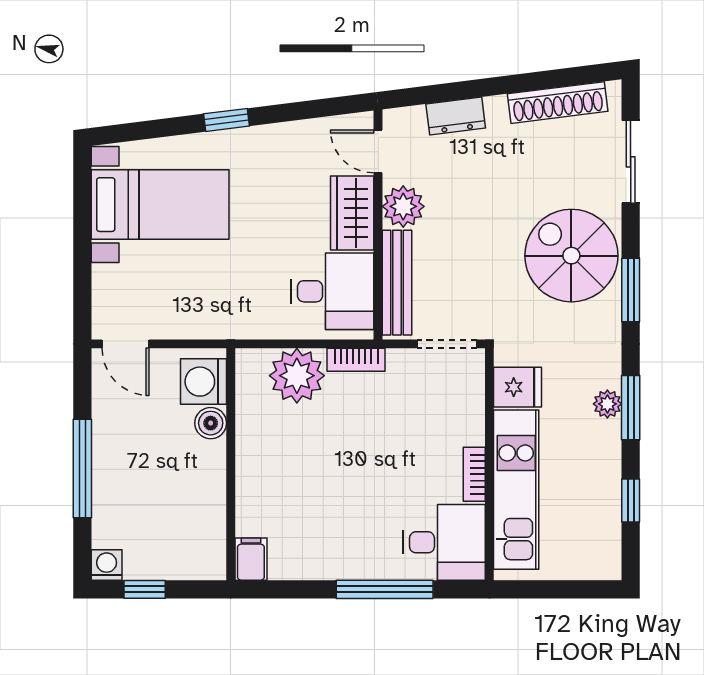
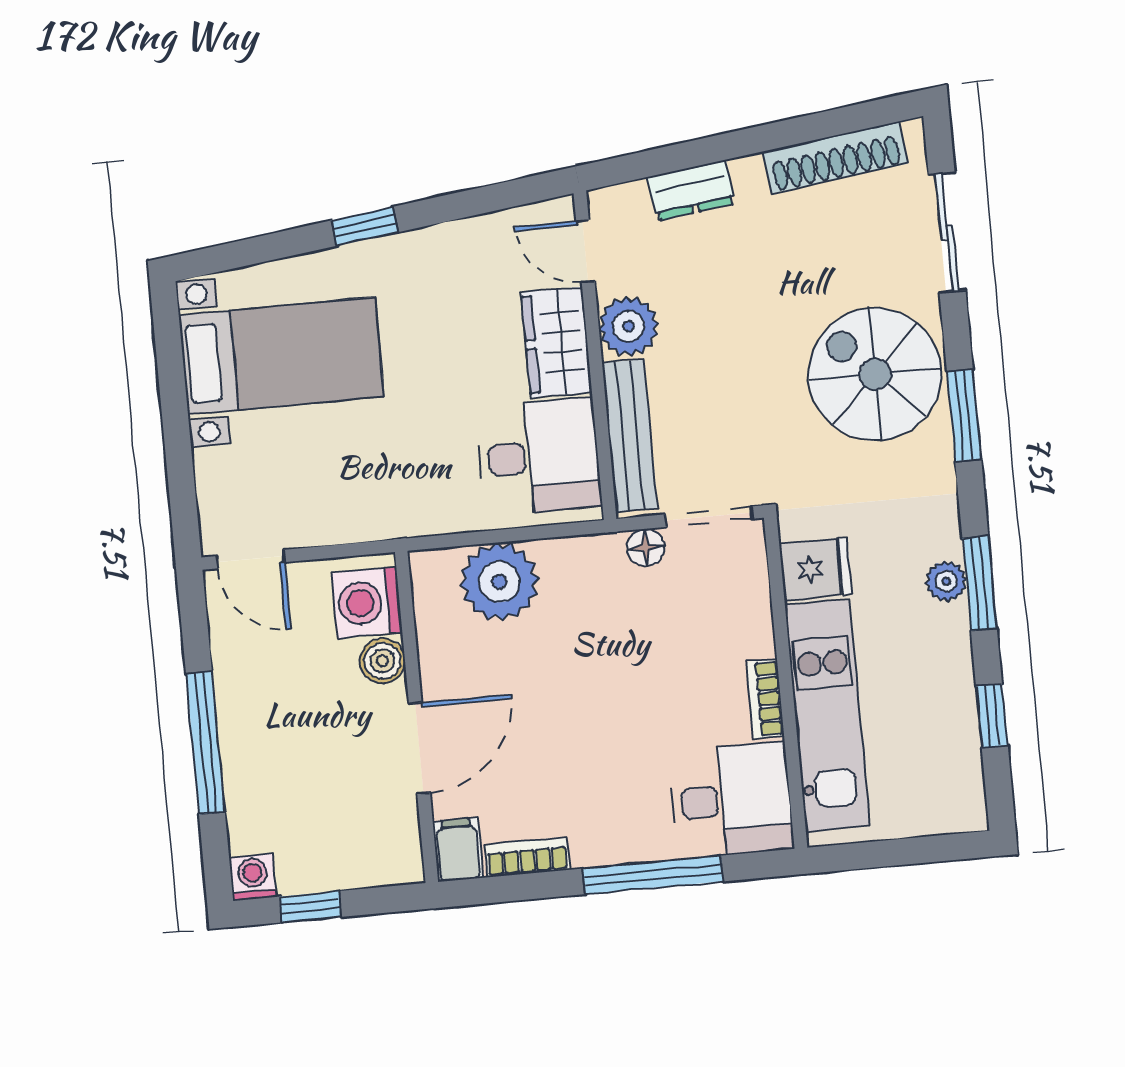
bookcase: (356, 360) -> (527, 857), moved, turned 180
floor lamp: (401, 361) -> (646, 547), added
door: (231, 486) -> (419, 748), added

